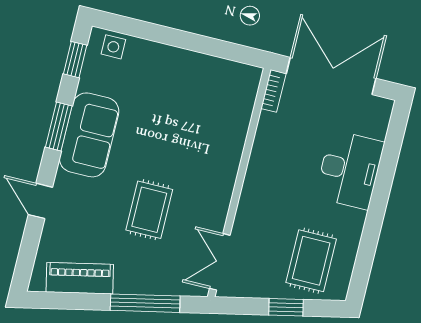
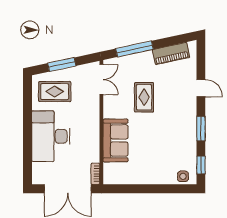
sofa: (89, 135) -> (115, 140), moved, turned 180
desk: (350, 170) -> (51, 136), width x1.36, depth x1.30
rug: (311, 261) -> (55, 92), turned 90
window: (286, 307) -> (62, 65), width x1.50

